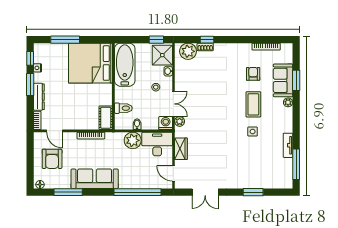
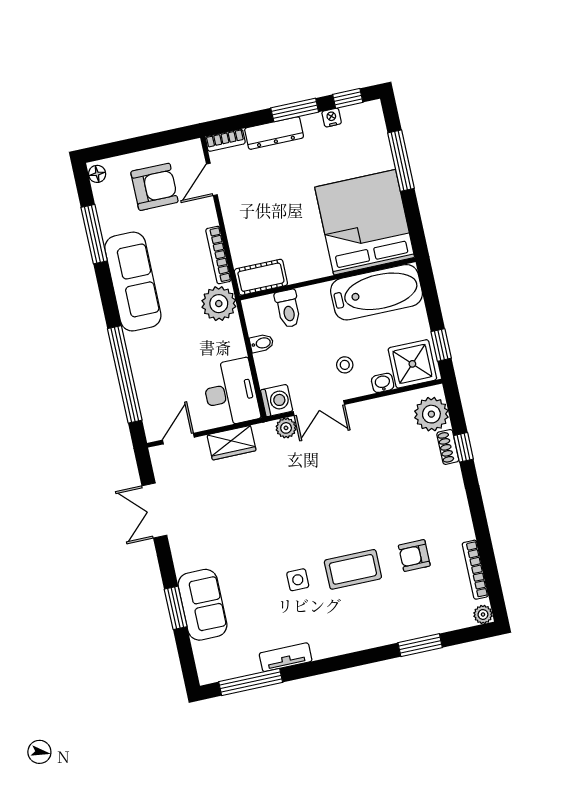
armchair: (253, 74) -> (414, 556), turned 180
sofa: (283, 80) -> (203, 605), moved, turned 90
plant: (288, 102) -> (483, 614), moved
plant: (133, 140) -> (219, 304), moved
armchair: (52, 159) -> (154, 187), turned 180

